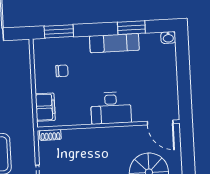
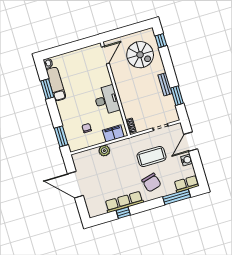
exam couch: (114, 43) -> (56, 84), moved
plant: (24, 88) -> (104, 151), added
desk: (111, 108) -> (107, 100), moved

